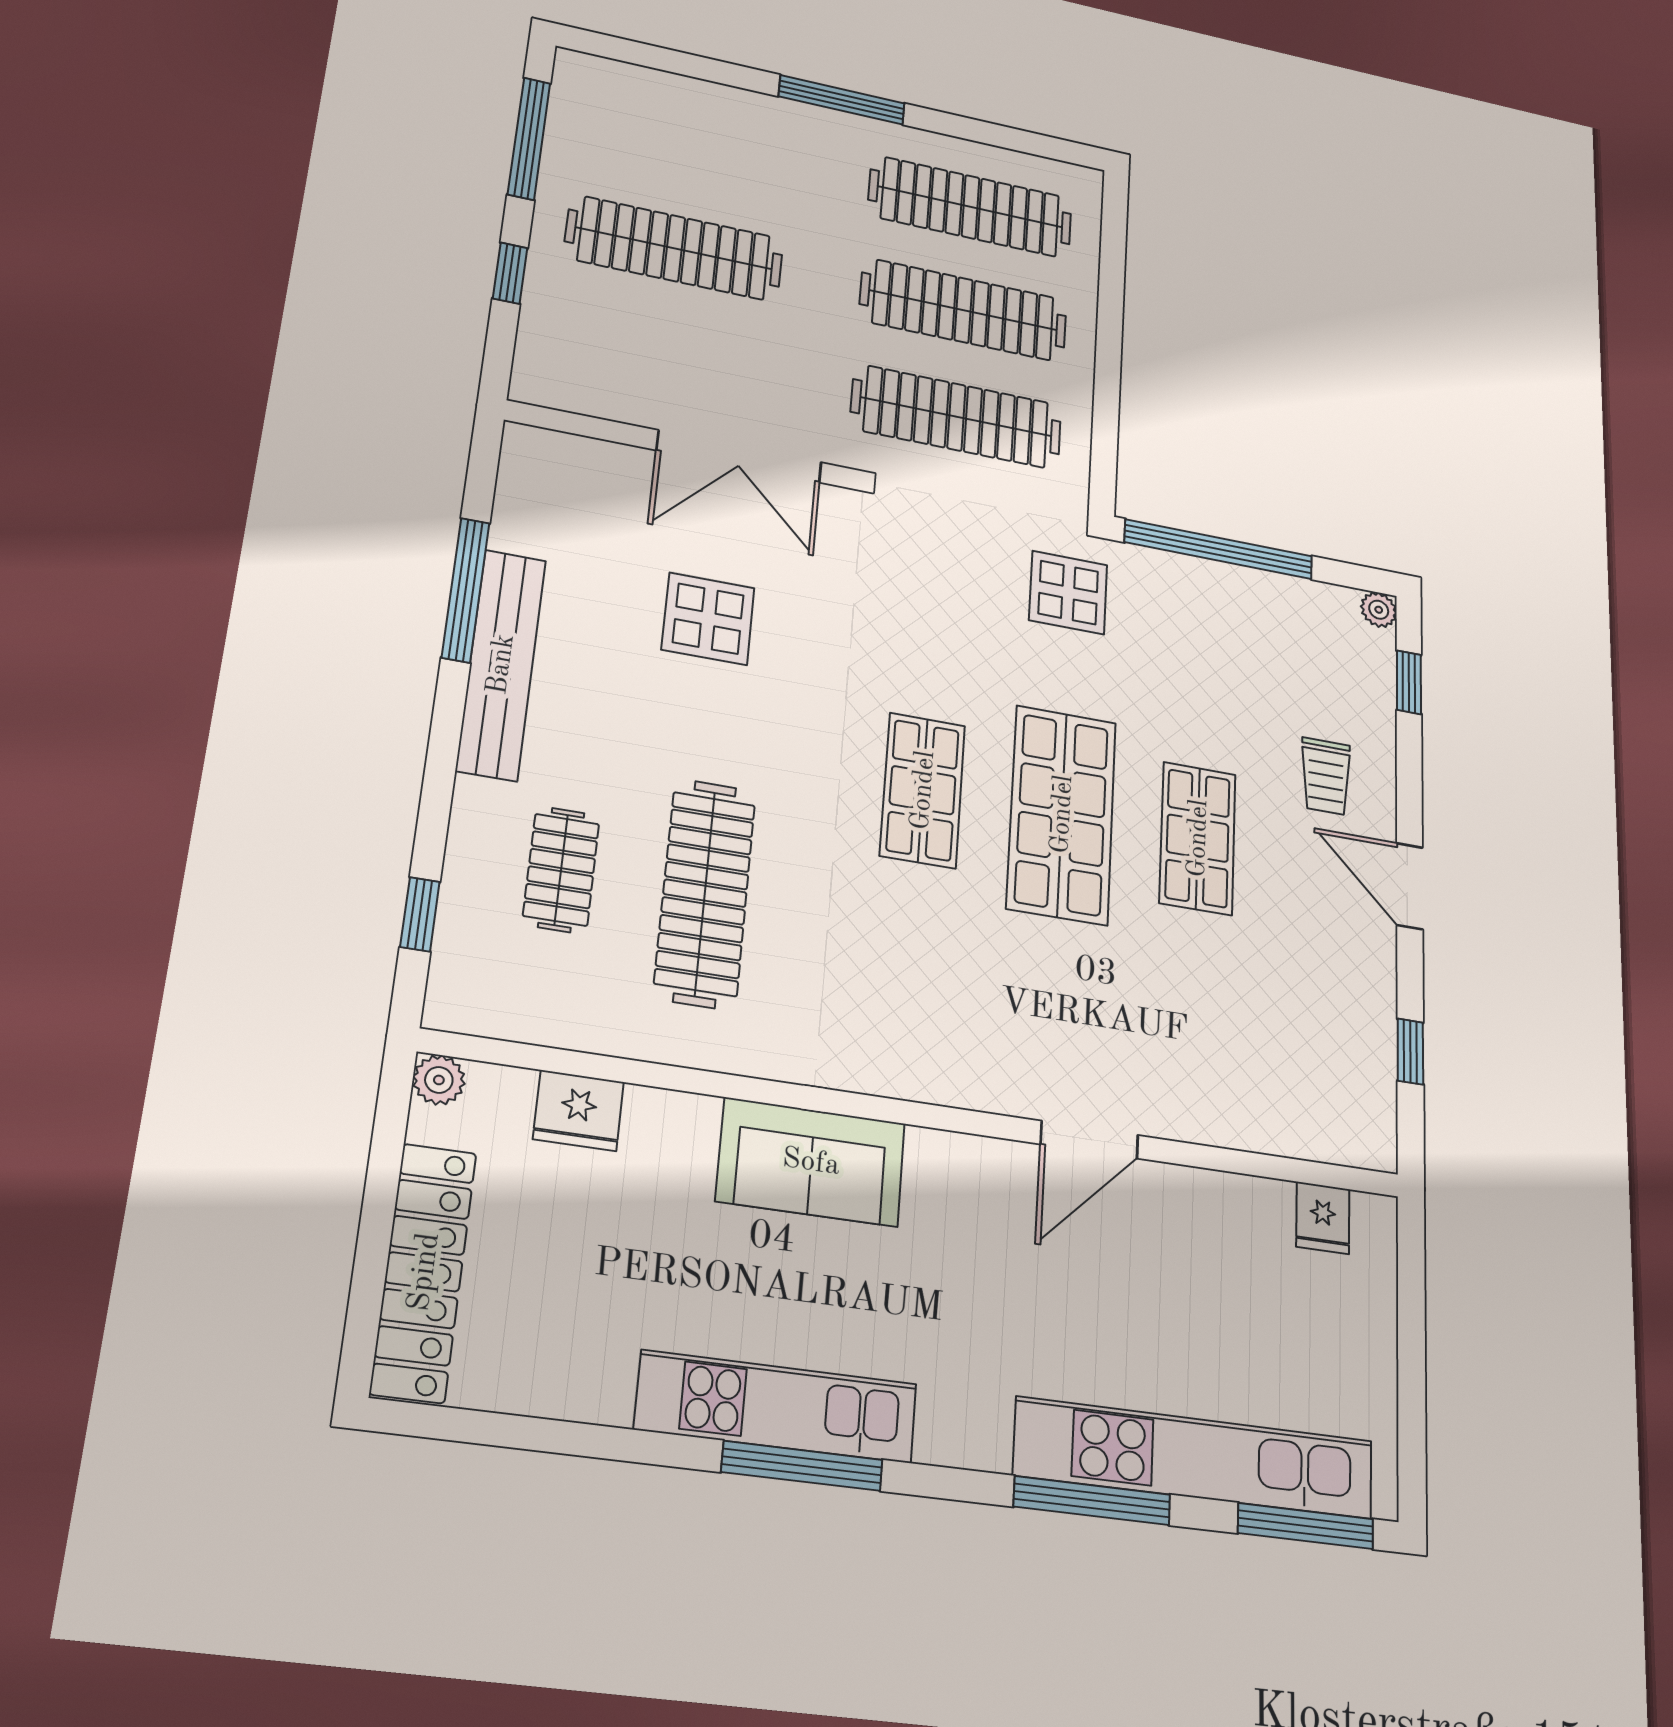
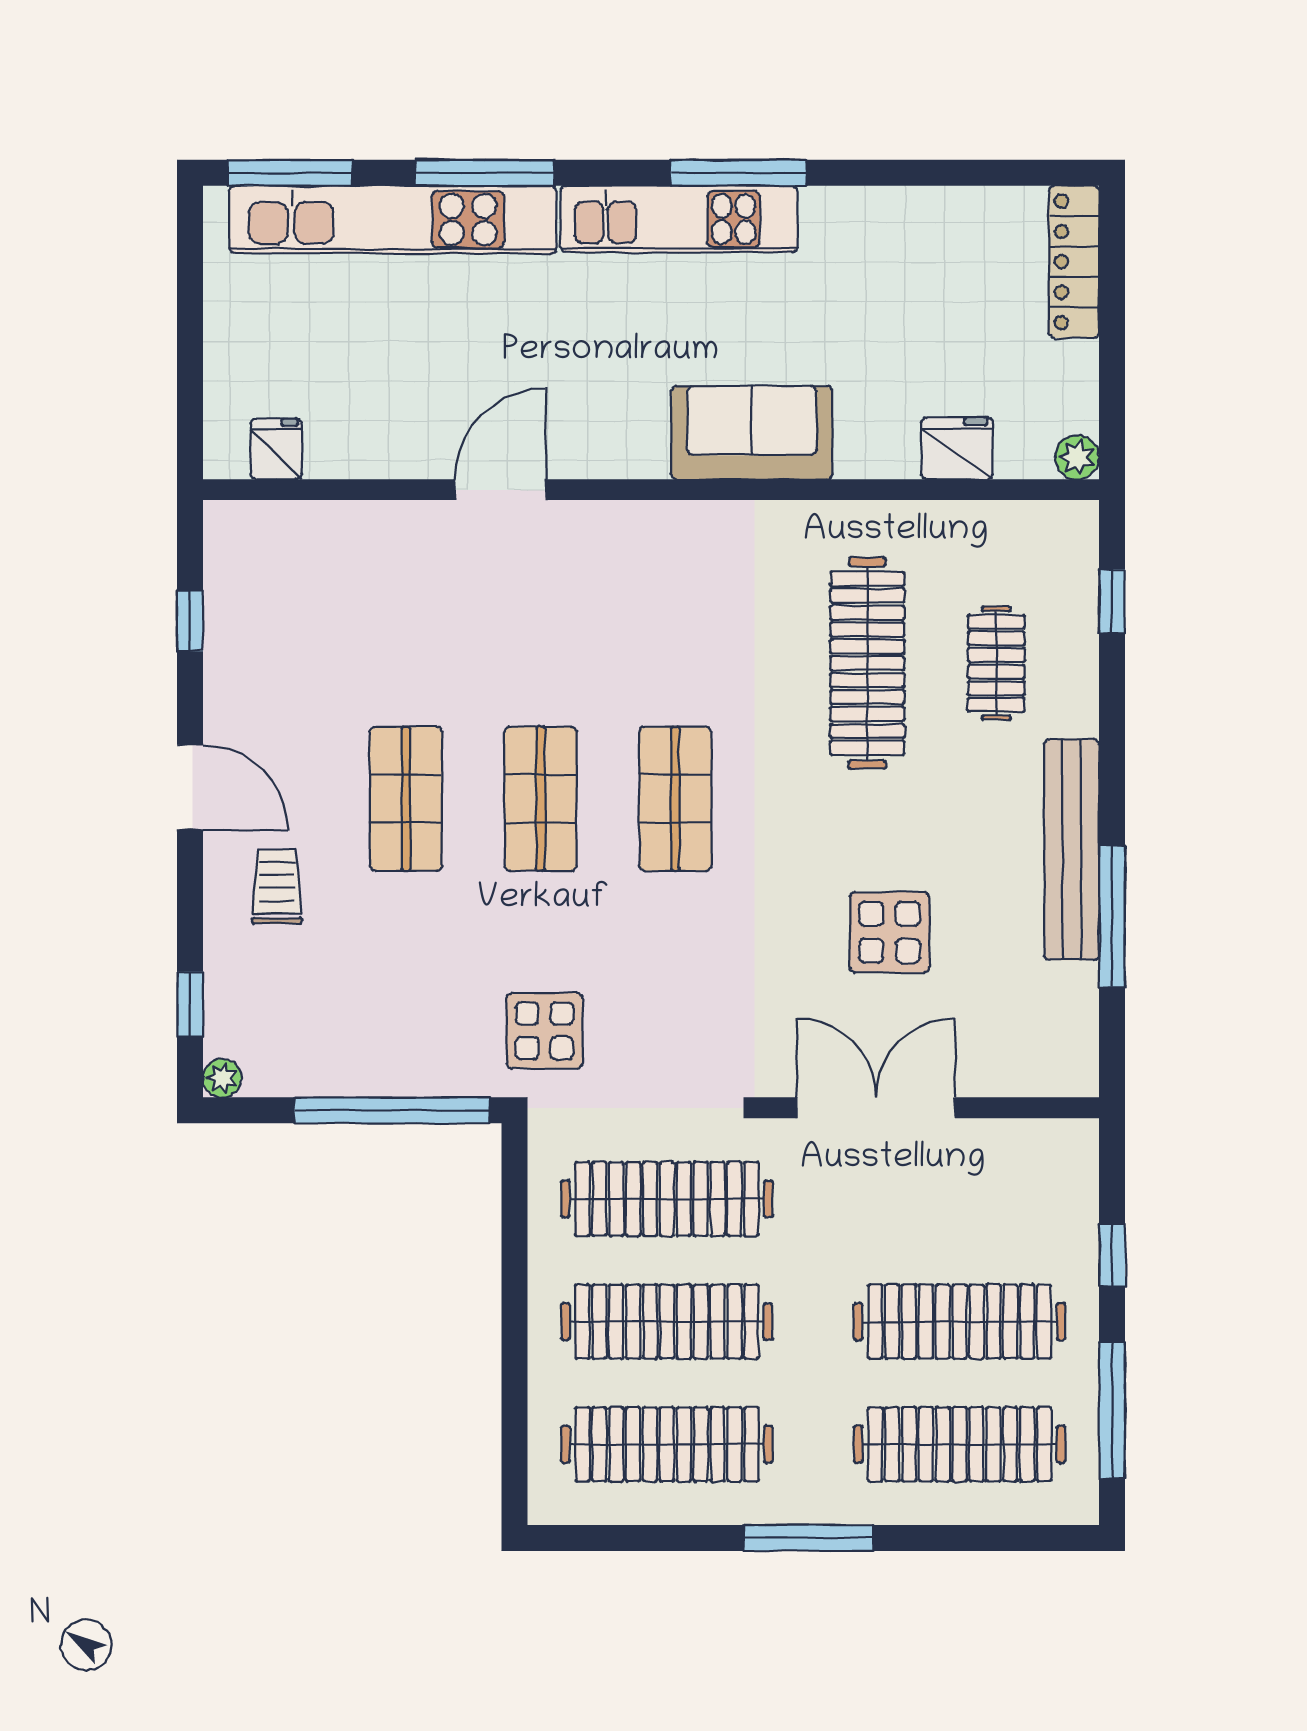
clothes rail: (686, 144) -> (960, 1444), added
shop shelf: (1062, 814) -> (541, 799), width x0.70, depth x0.74
locker: (424, 1272) -> (1074, 262), width x0.71, depth x0.83
kitchen unit: (777, 1407) -> (679, 219), moved

